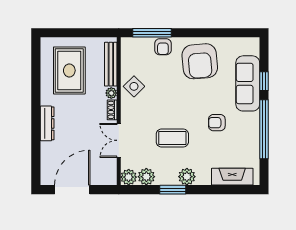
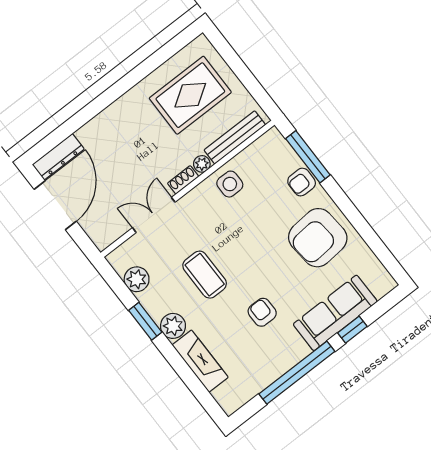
side table: (134, 86) -> (230, 184), turned 45
dresser: (47, 123) -> (58, 157), moved
plant: (129, 177) -> (120, 259), removed
fireplace: (232, 177) -> (200, 361), moved
door: (72, 190) -> (55, 205), hinge flipped

